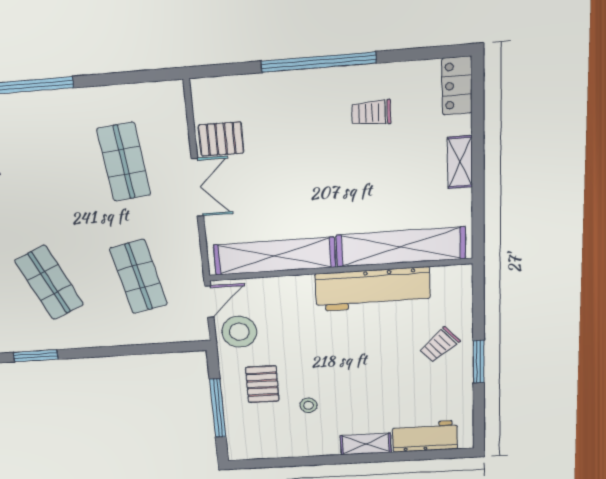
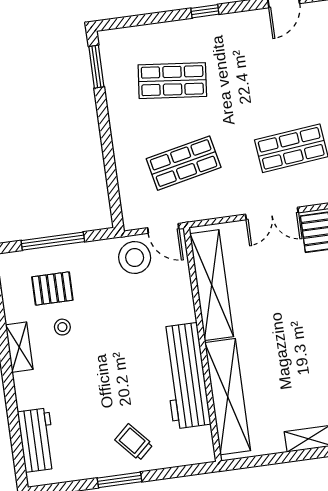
shop shelf: (49, 283) -> (172, 81), turned 30
pallet: (262, 384) -> (52, 288), moved
shelving: (366, 444) -> (19, 347), moved

